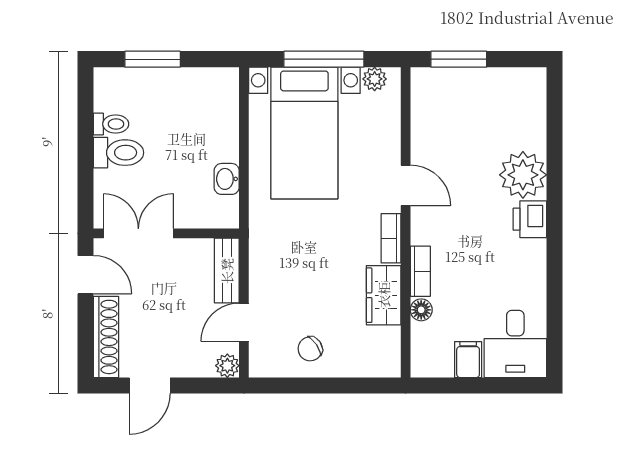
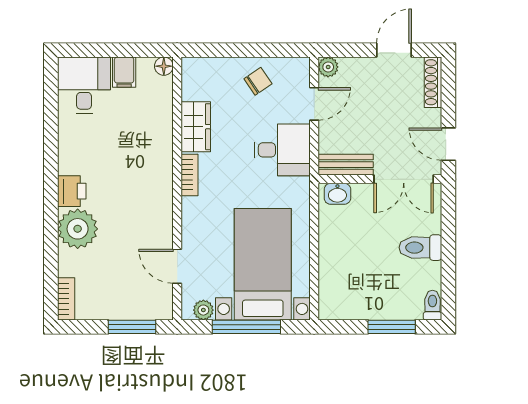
toilet: (111, 124) -> (432, 305), moved, turned 90
washbasin: (227, 179) -> (337, 194), moved, turned 90
door: (406, 185) -> (177, 266), moved
desk: (282, 268) -> (282, 150), added
bench: (227, 271) -> (346, 165), moved, turned 90
bookcase: (420, 271) -> (66, 299), moved, turned 180
floor lamp: (421, 310) -> (164, 66), moved
shoe rack: (106, 337) -> (433, 82), width x0.74, depth x0.81

